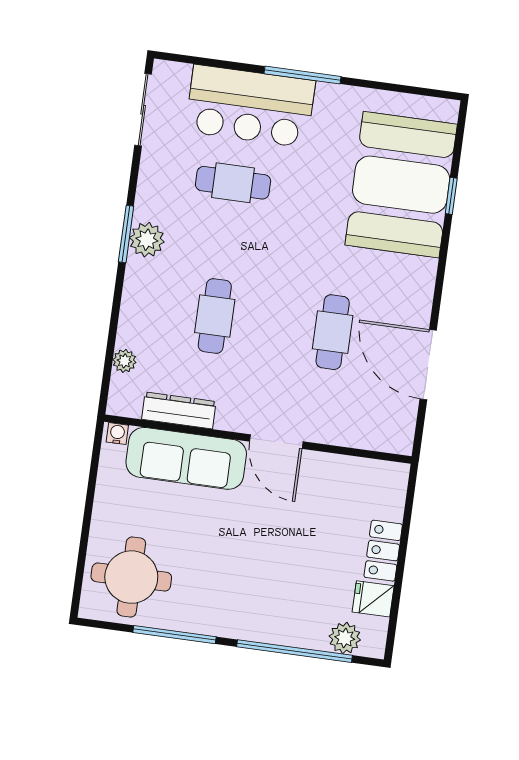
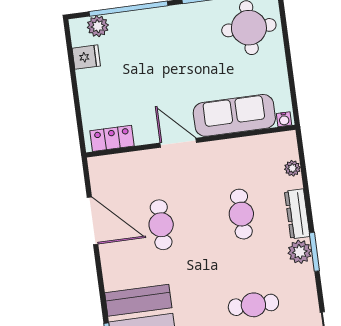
dresser: (179, 410) -> (297, 214), moved, turned 90
locker: (383, 551) -> (112, 138), moved, turned -90

